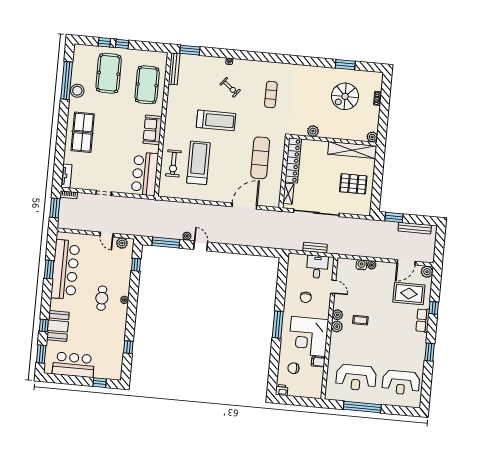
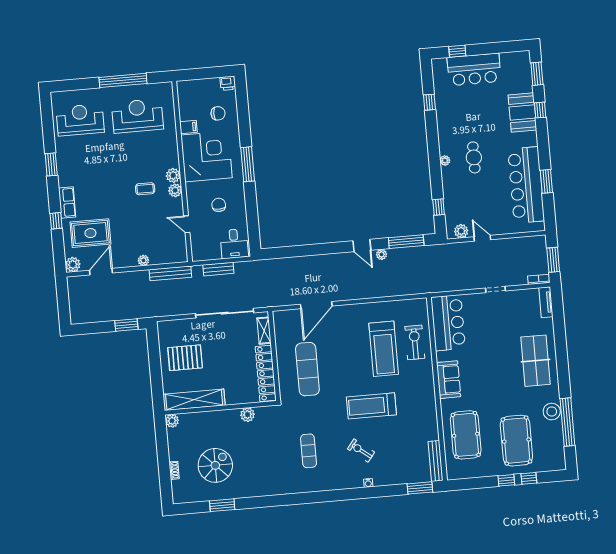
bench: (415, 228) -> (170, 273), moved
water cooler: (361, 265) -> (156, 258), removed
desk: (317, 267) -> (234, 244), moved
bar counter: (73, 365) -> (474, 69), moved

